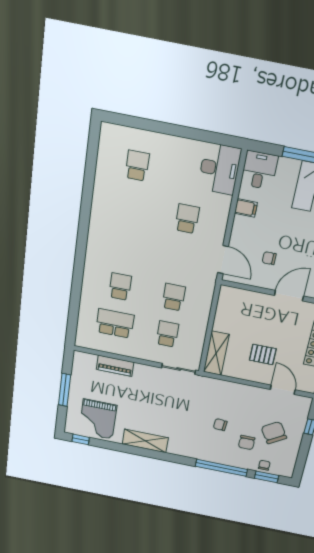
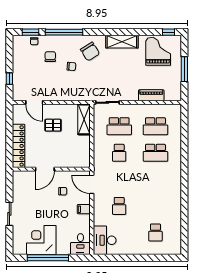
filing cabinet: (246, 208) -> (84, 209), moved
school desk: (120, 287) -> (155, 153), width x1.85
school desk: (167, 334) -> (119, 126), width x1.85
chair: (274, 433) -> (90, 52), moved

